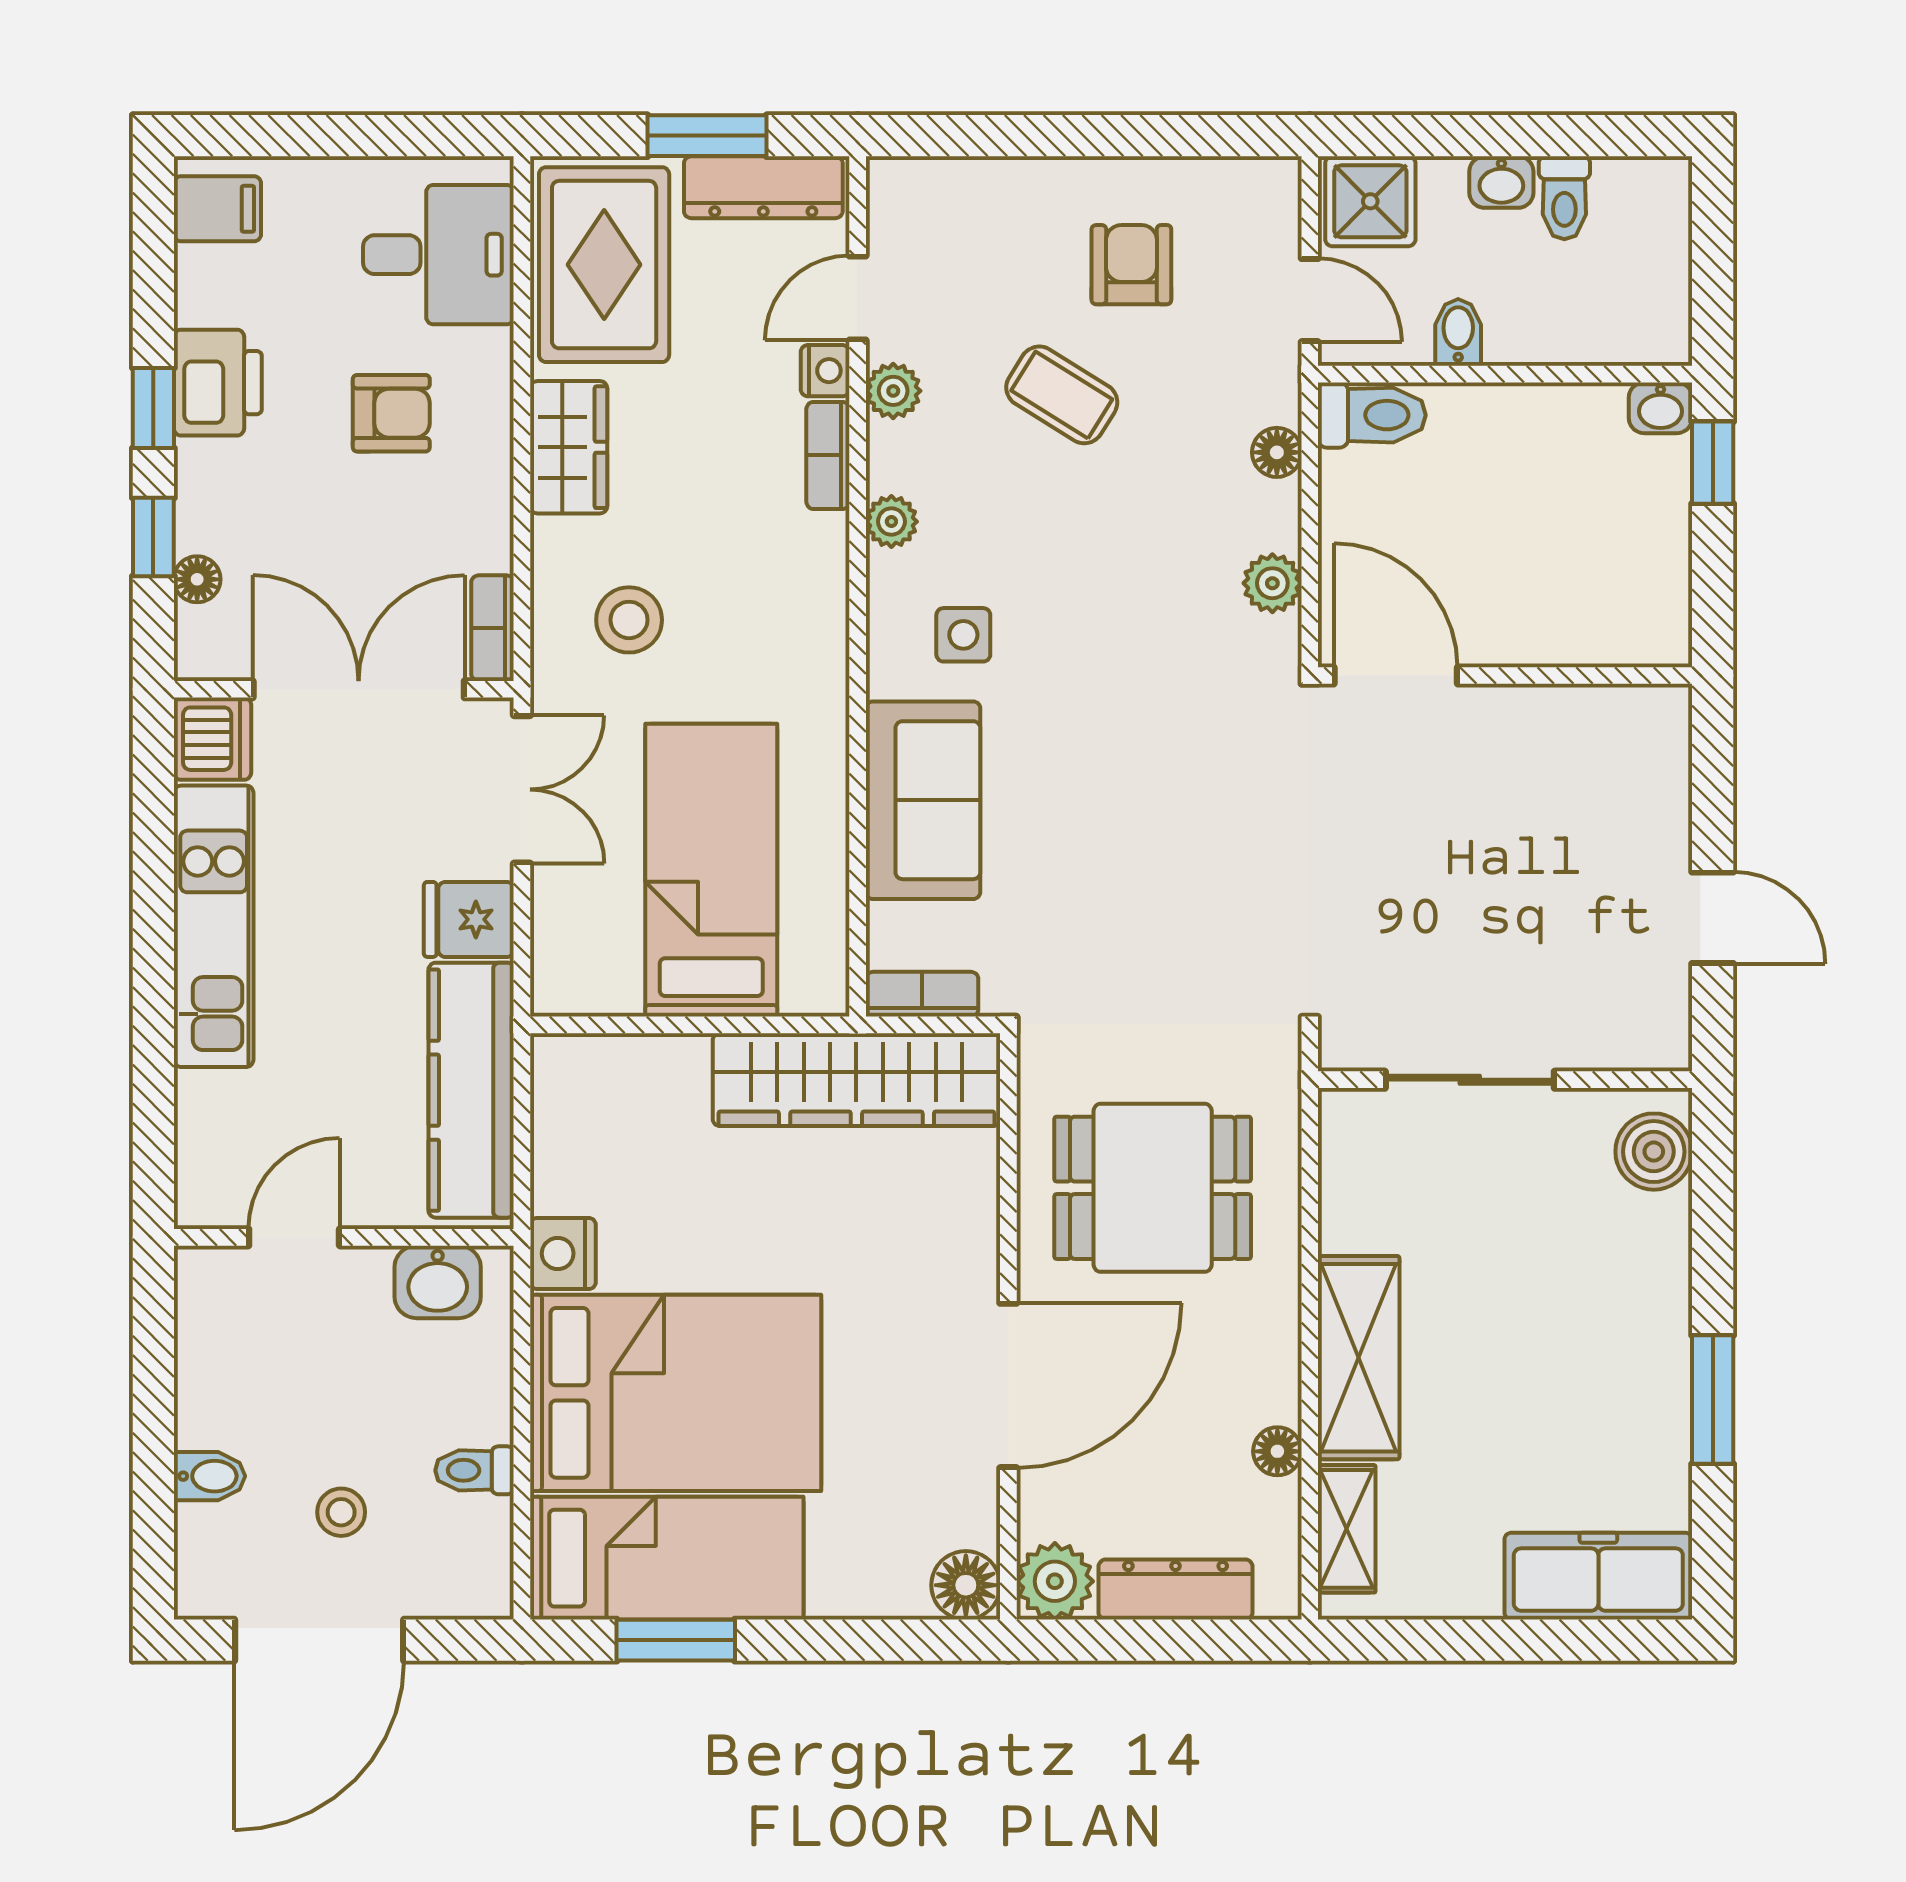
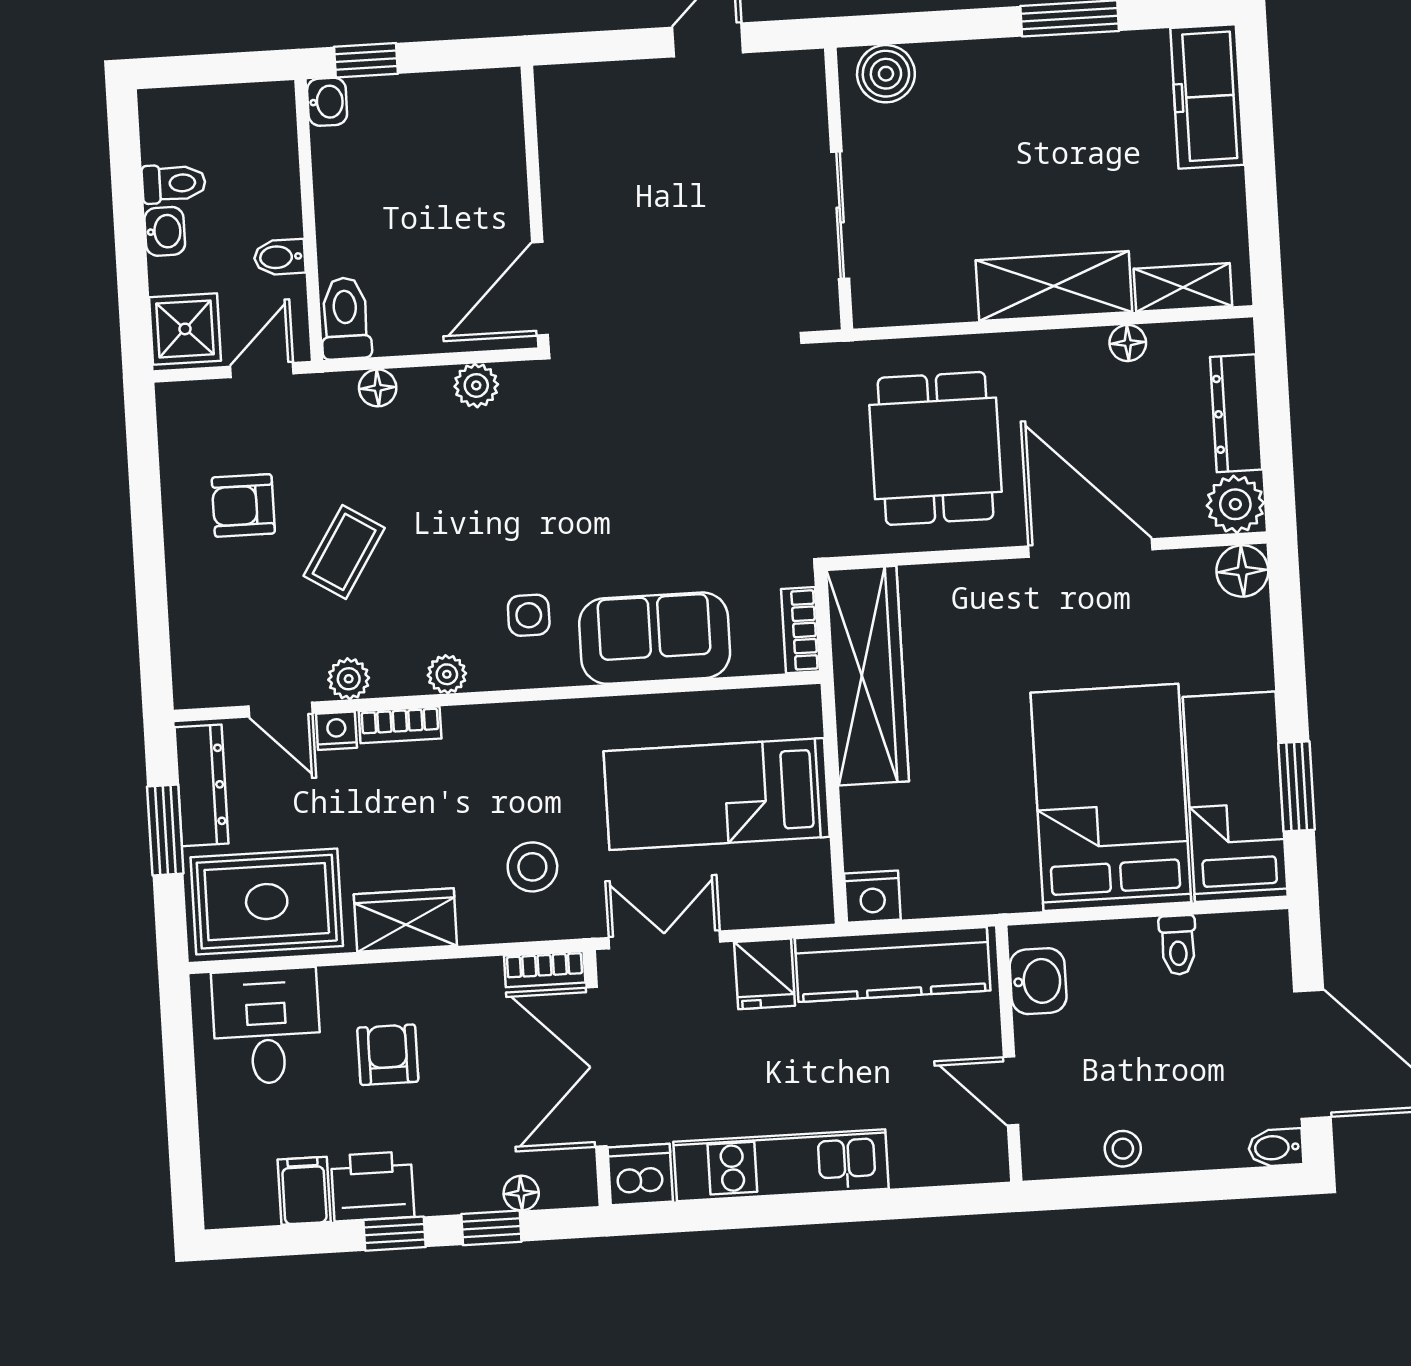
filing cabinet: (217, 209) -> (304, 1191), moved
nightstand: (563, 1253) -> (872, 897), moved
bidet: (209, 1476) -> (1276, 1148), moved, turned -90
stool: (341, 1512) -> (1123, 1149), moved

